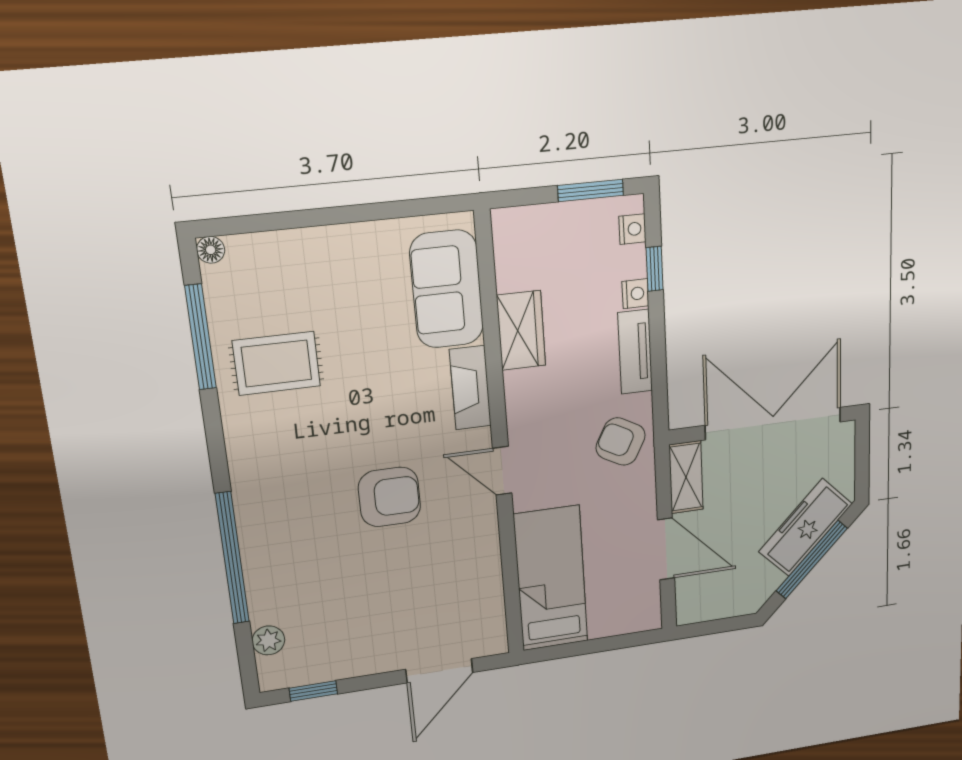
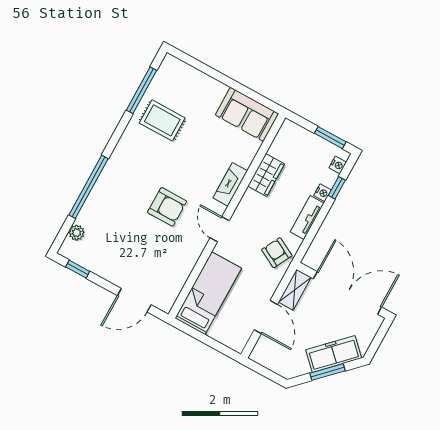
floor lamp: (211, 250) -> (169, 60), removed
sofa: (447, 289) -> (247, 114), moved, turned -90
window: (812, 560) -> (327, 372), width x0.69

